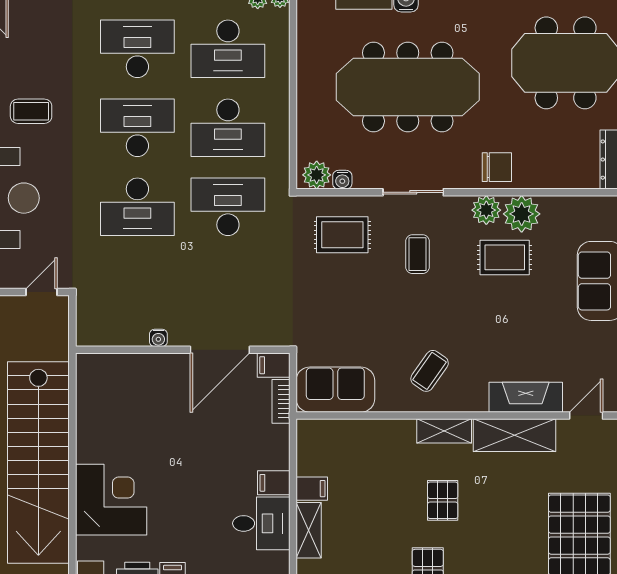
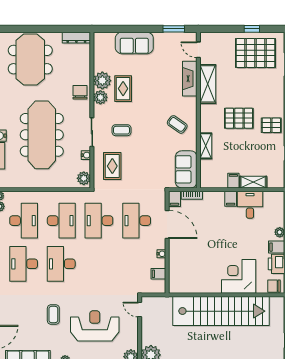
water cooler: (342, 180) -> (86, 155), moved
desk: (137, 207) -> (137, 221), moved, turned 180
filing cabinet: (116, 332) -> (158, 274), added
shelving: (444, 431) -> (206, 146), moved
pallet: (443, 500) -> (239, 118), width x1.50, depth x1.42

